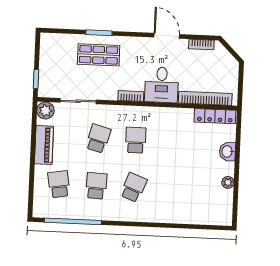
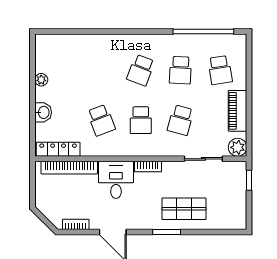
window: (99, 33) -> (167, 232), moved
school desk: (173, 142) -> (101, 120), added

